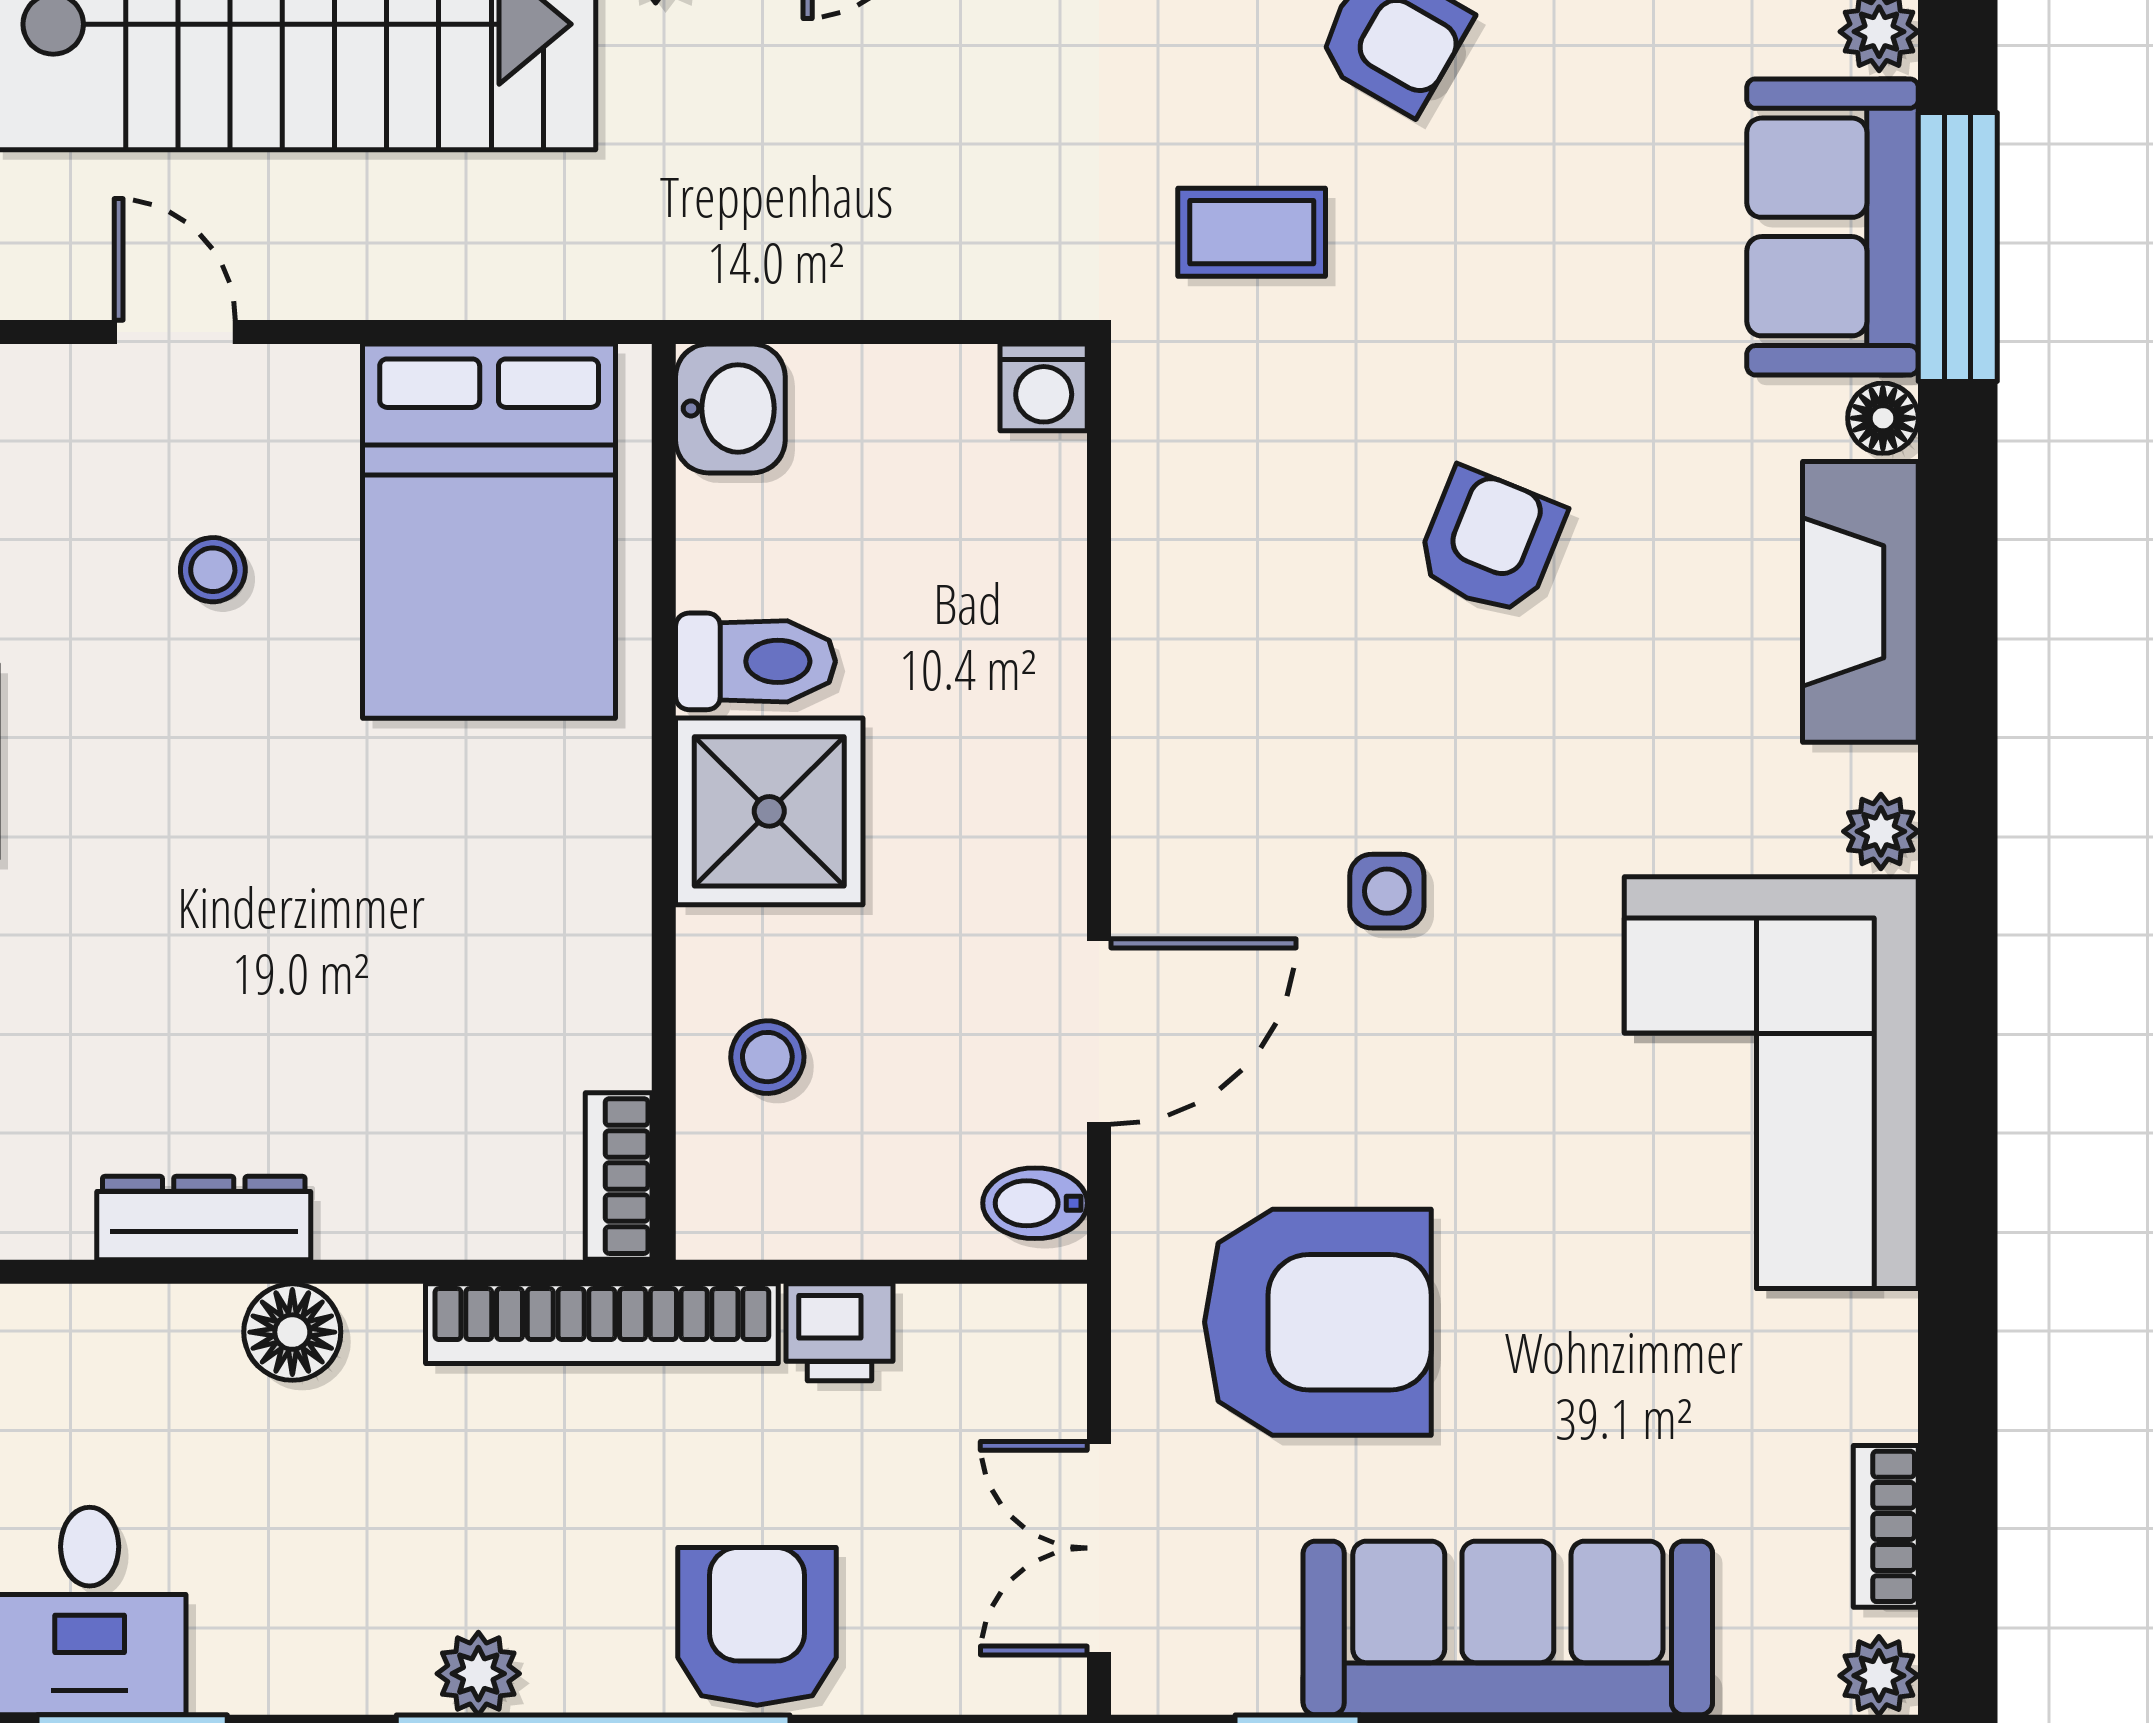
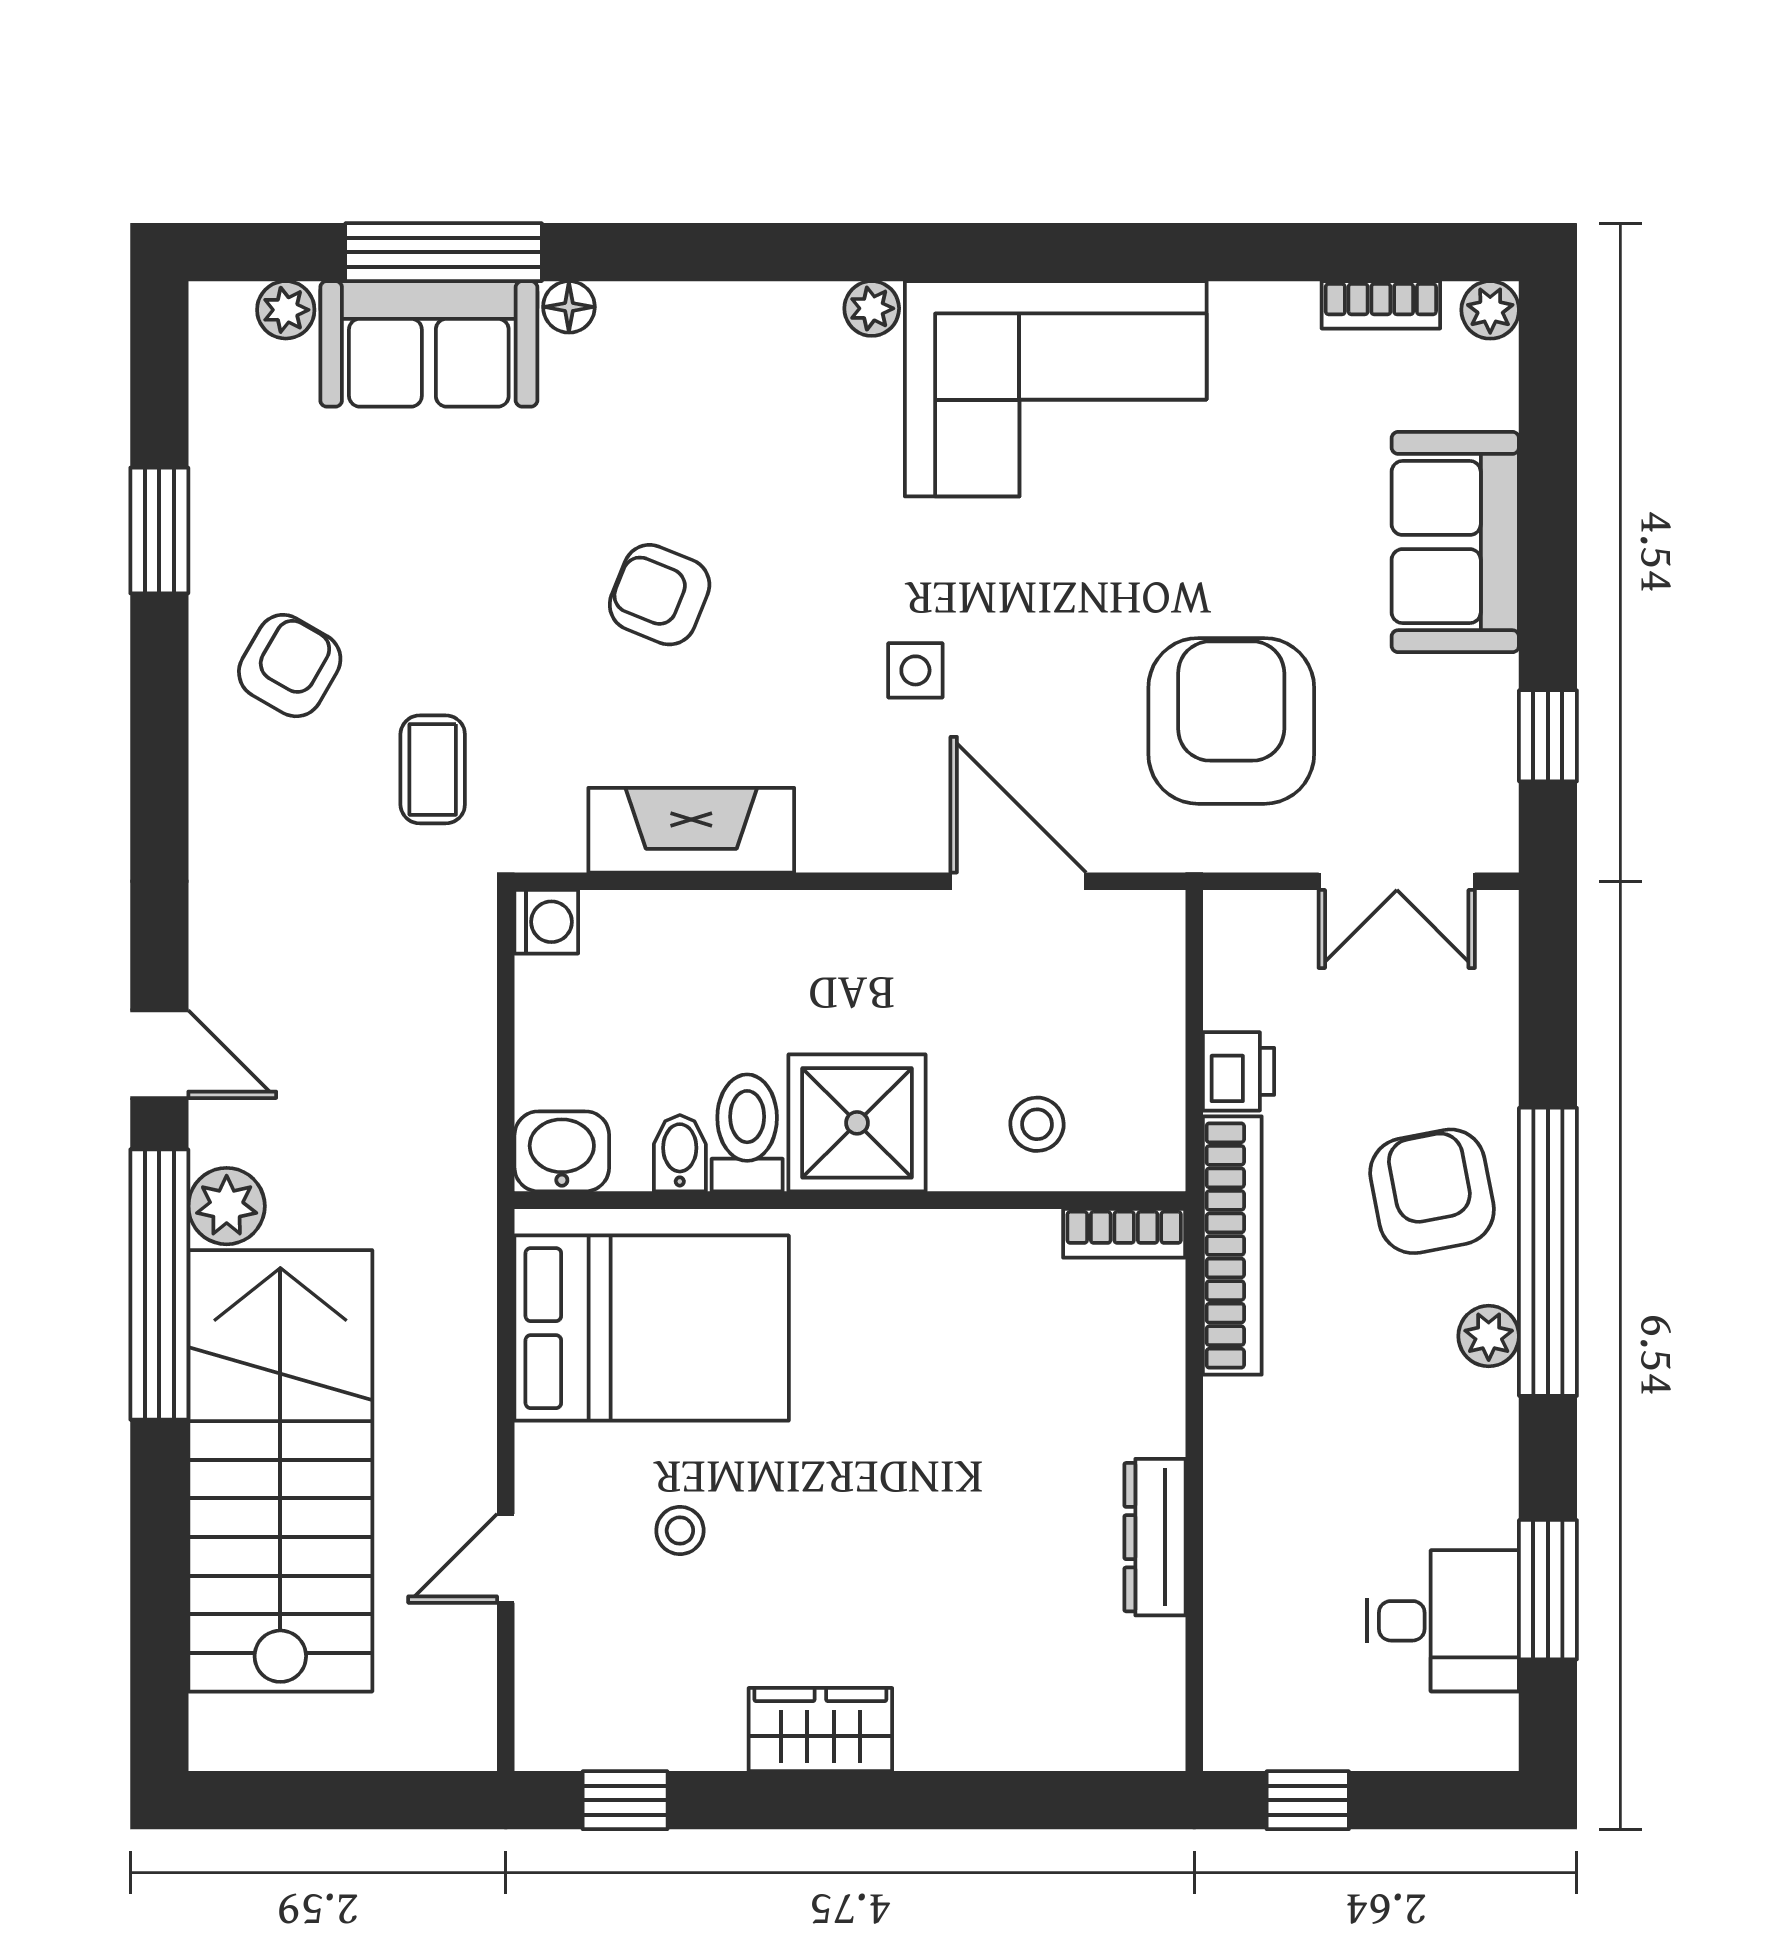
fireplace: (1860, 602) -> (691, 830), moved, turned 180
bidet: (1035, 1203) -> (680, 1153), moved, turned 180
floor lamp: (292, 1332) -> (1238, 1472), removed
armchair: (757, 1626) -> (1432, 1191), moved, turned 79
sofa: (1508, 1628) -> (1455, 542), width x0.73

